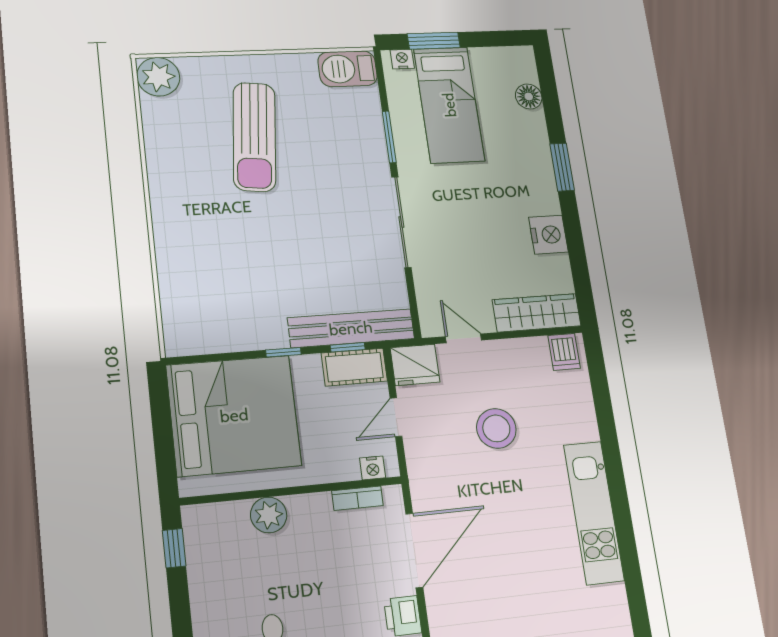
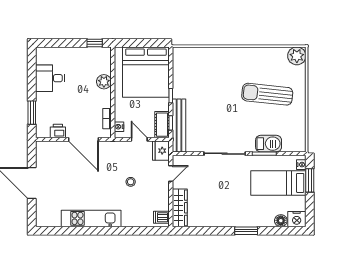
barbecue: (348, 69) -> (269, 144), moved, turned 90
nightstand: (548, 235) -> (297, 219), moved
stool: (496, 428) -> (131, 182), width x0.53, depth x0.53

